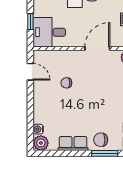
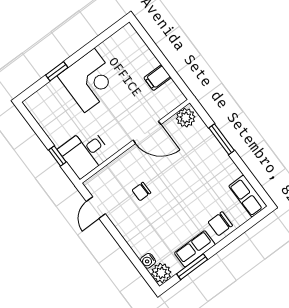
door: (97, 49) -> (147, 132), swing flipped
door: (30, 72) -> (96, 208), swing flipped
window: (105, 153) -> (192, 267), moved

